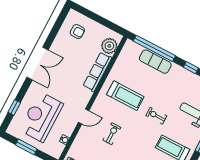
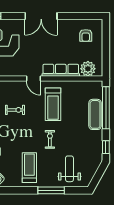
door: (84, 117) -> (33, 78), moved

